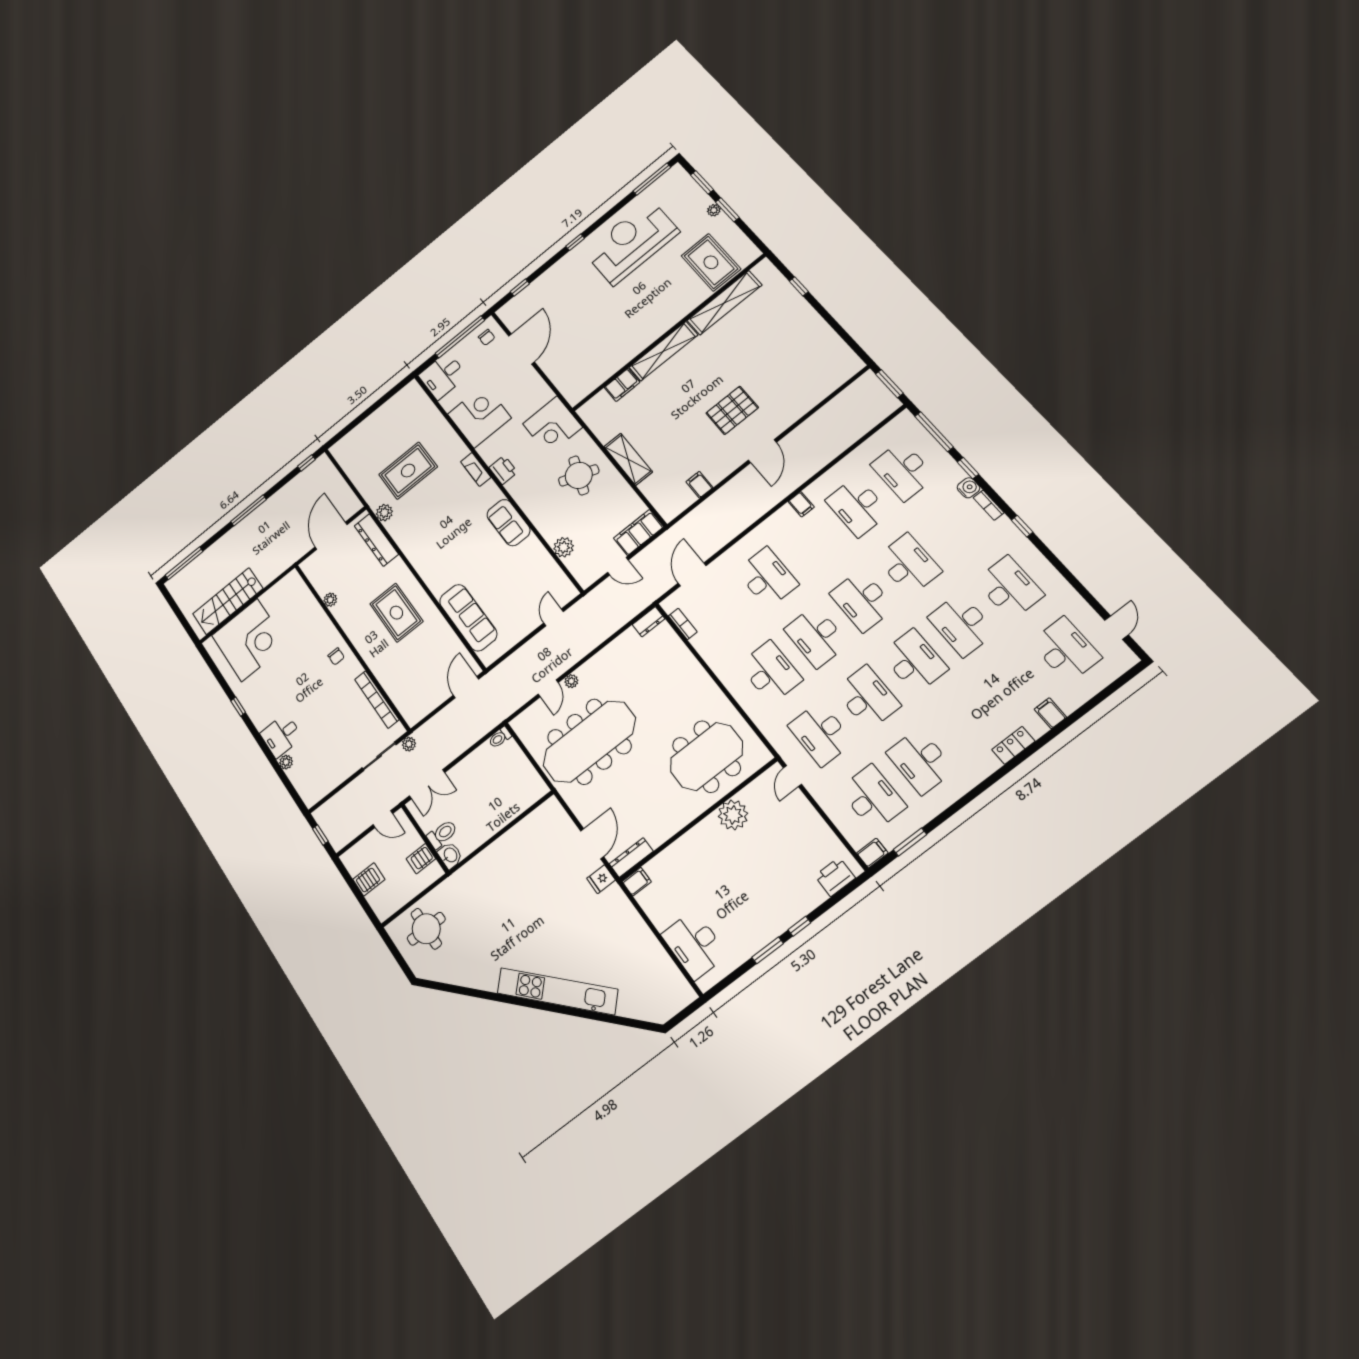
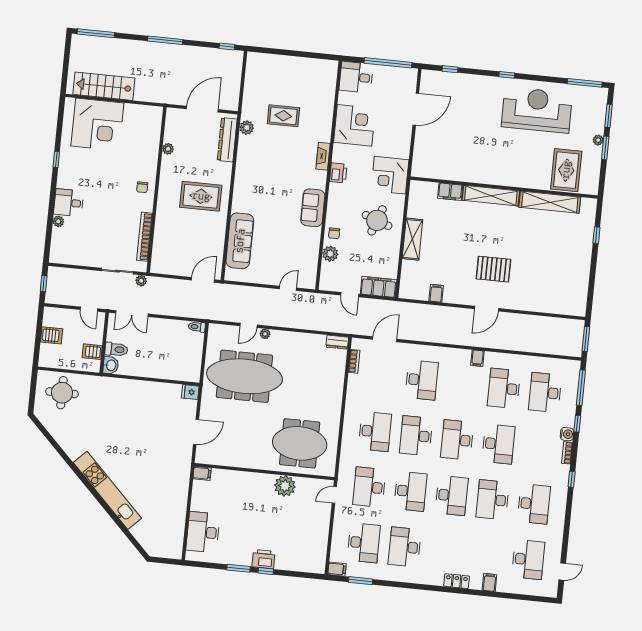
chair: (487, 337) -> (334, 233), moved
rug: (408, 471) -> (283, 116), width x0.73, depth x0.70
rug: (396, 613) -> (201, 196), turned 90
dresser: (631, 858) -> (211, 458), removed
printer: (835, 877) -> (263, 559), moved
fridge: (601, 879) -> (190, 392), moved

